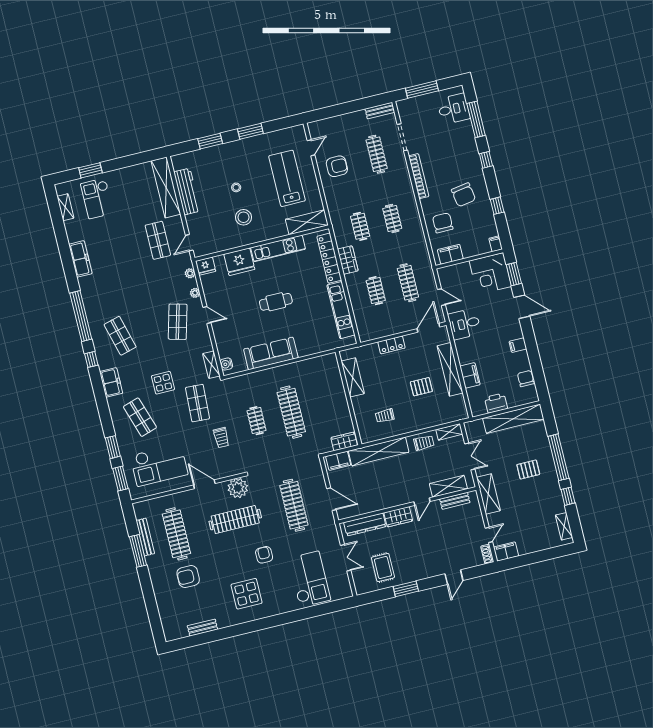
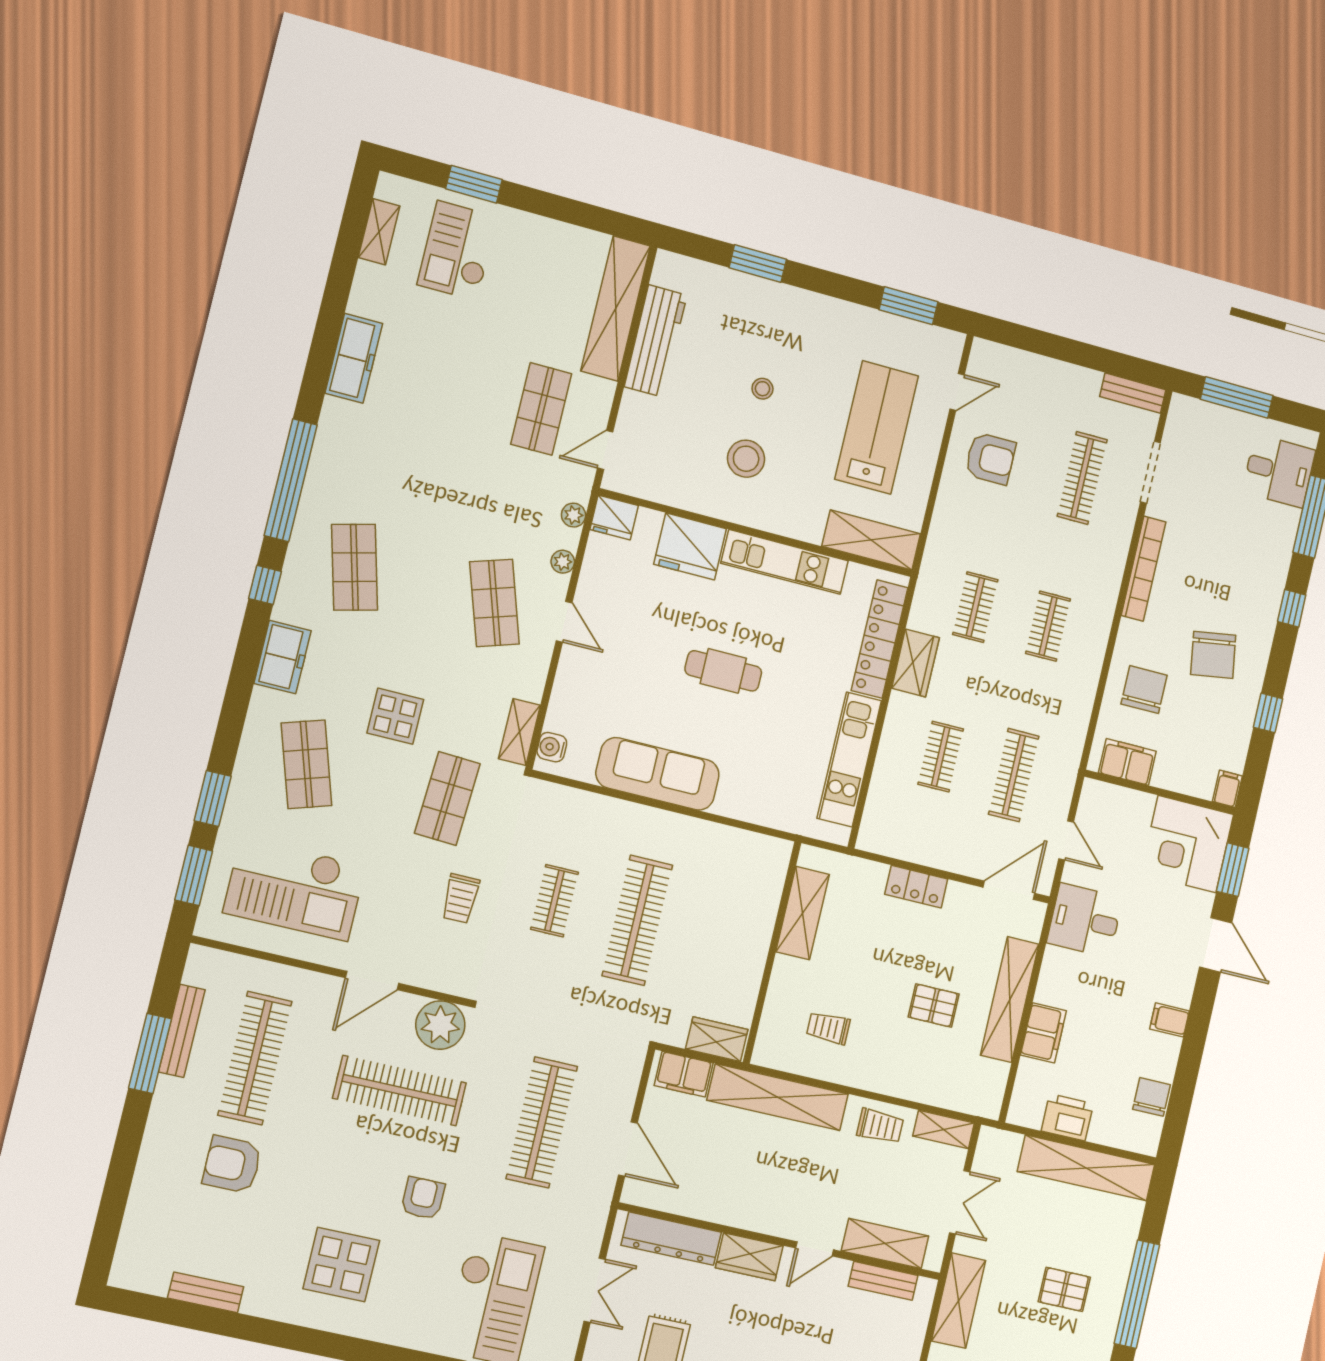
window: (250, 131) -> (908, 306), moved
shop shelf: (178, 322) -> (494, 603), turned -33
door: (204, 484) -> (372, 981), swing flipped

